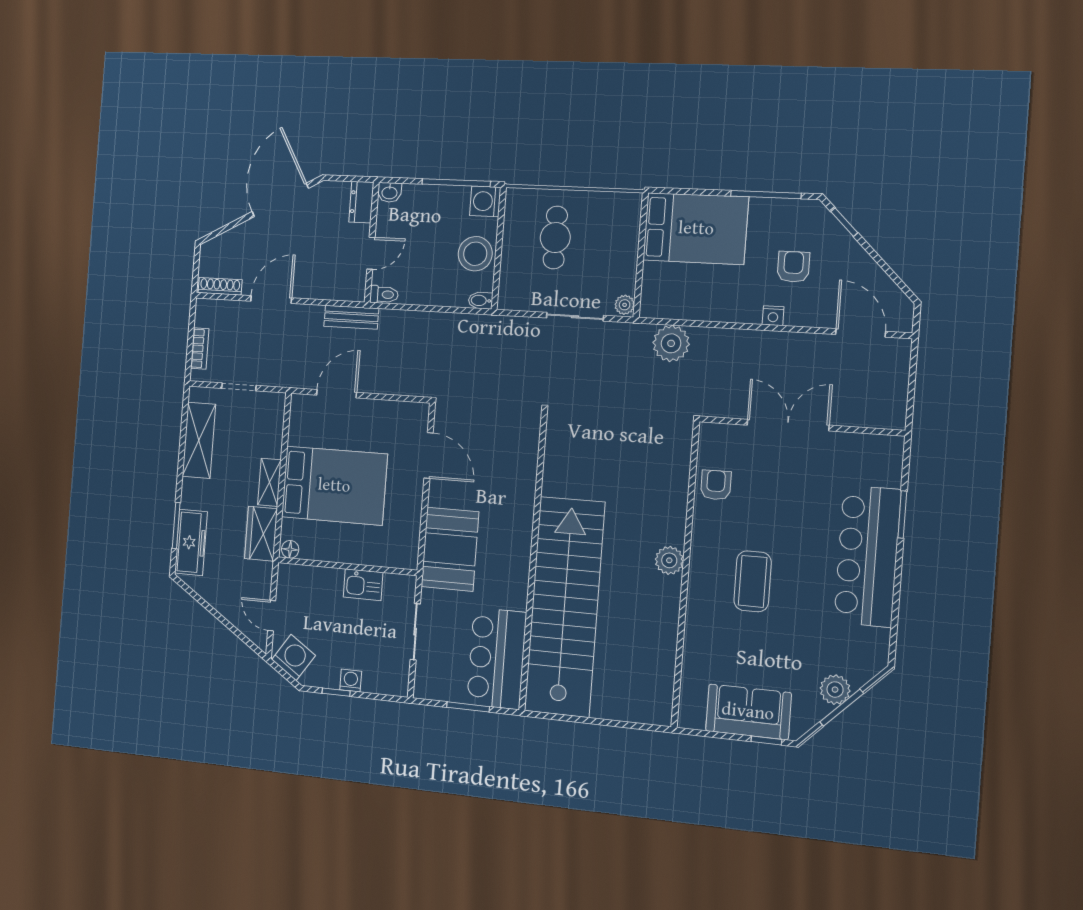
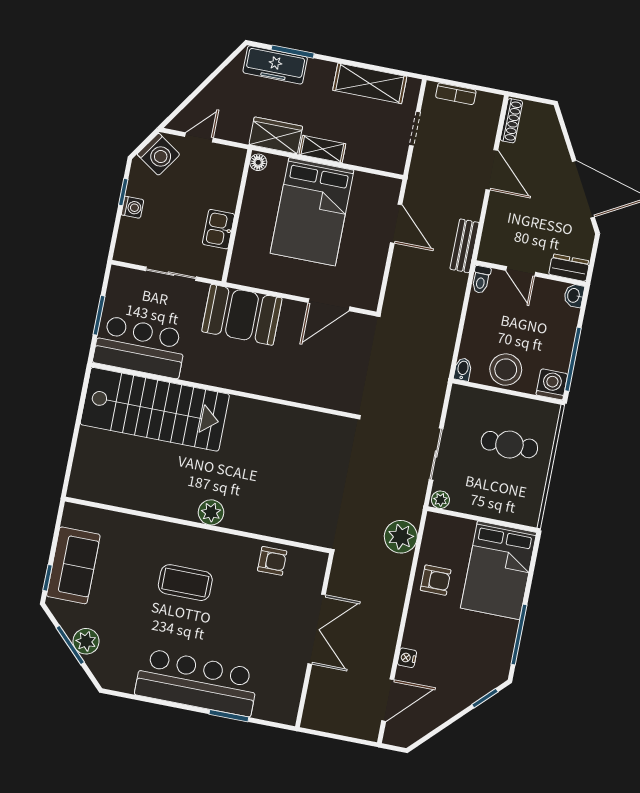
armchair: (793, 267) -> (436, 580), moved
nightstand: (773, 316) -> (407, 658), moved
stairs: (565, 607) -> (155, 409), width x0.73

